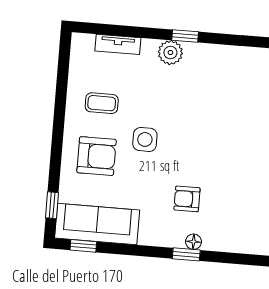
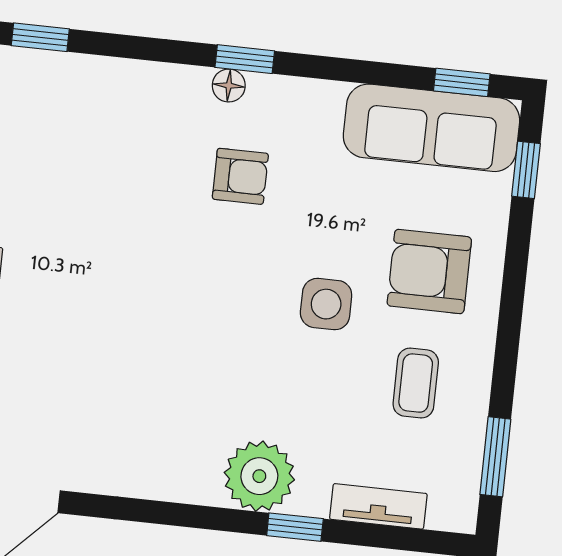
window: (185, 36) -> (295, 527), moved
plant: (170, 53) -> (259, 476), width x1.36, depth x1.36
window: (63, 69) -> (495, 457), added
coffee table: (102, 103) -> (416, 383), turned 90

